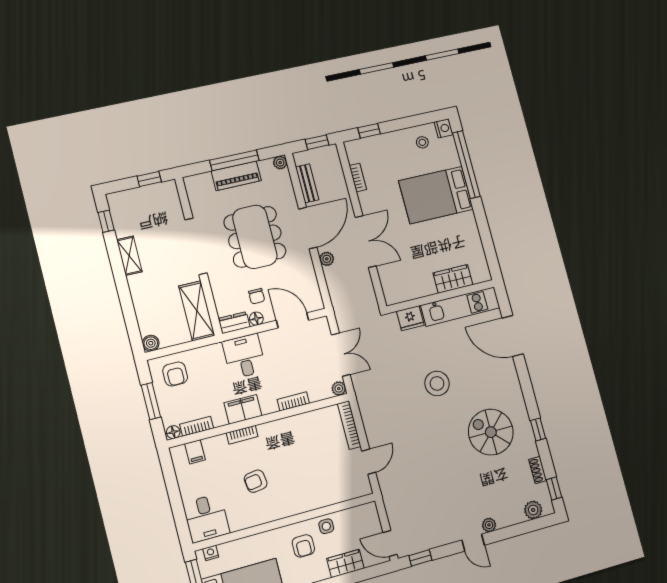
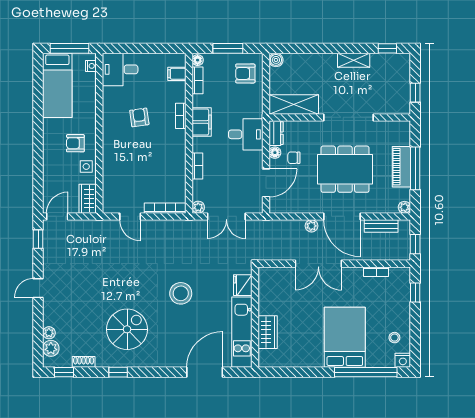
plant: (489, 525) -> (49, 333), moved
wardrobe: (345, 563) -> (88, 199), moved, turned 180

